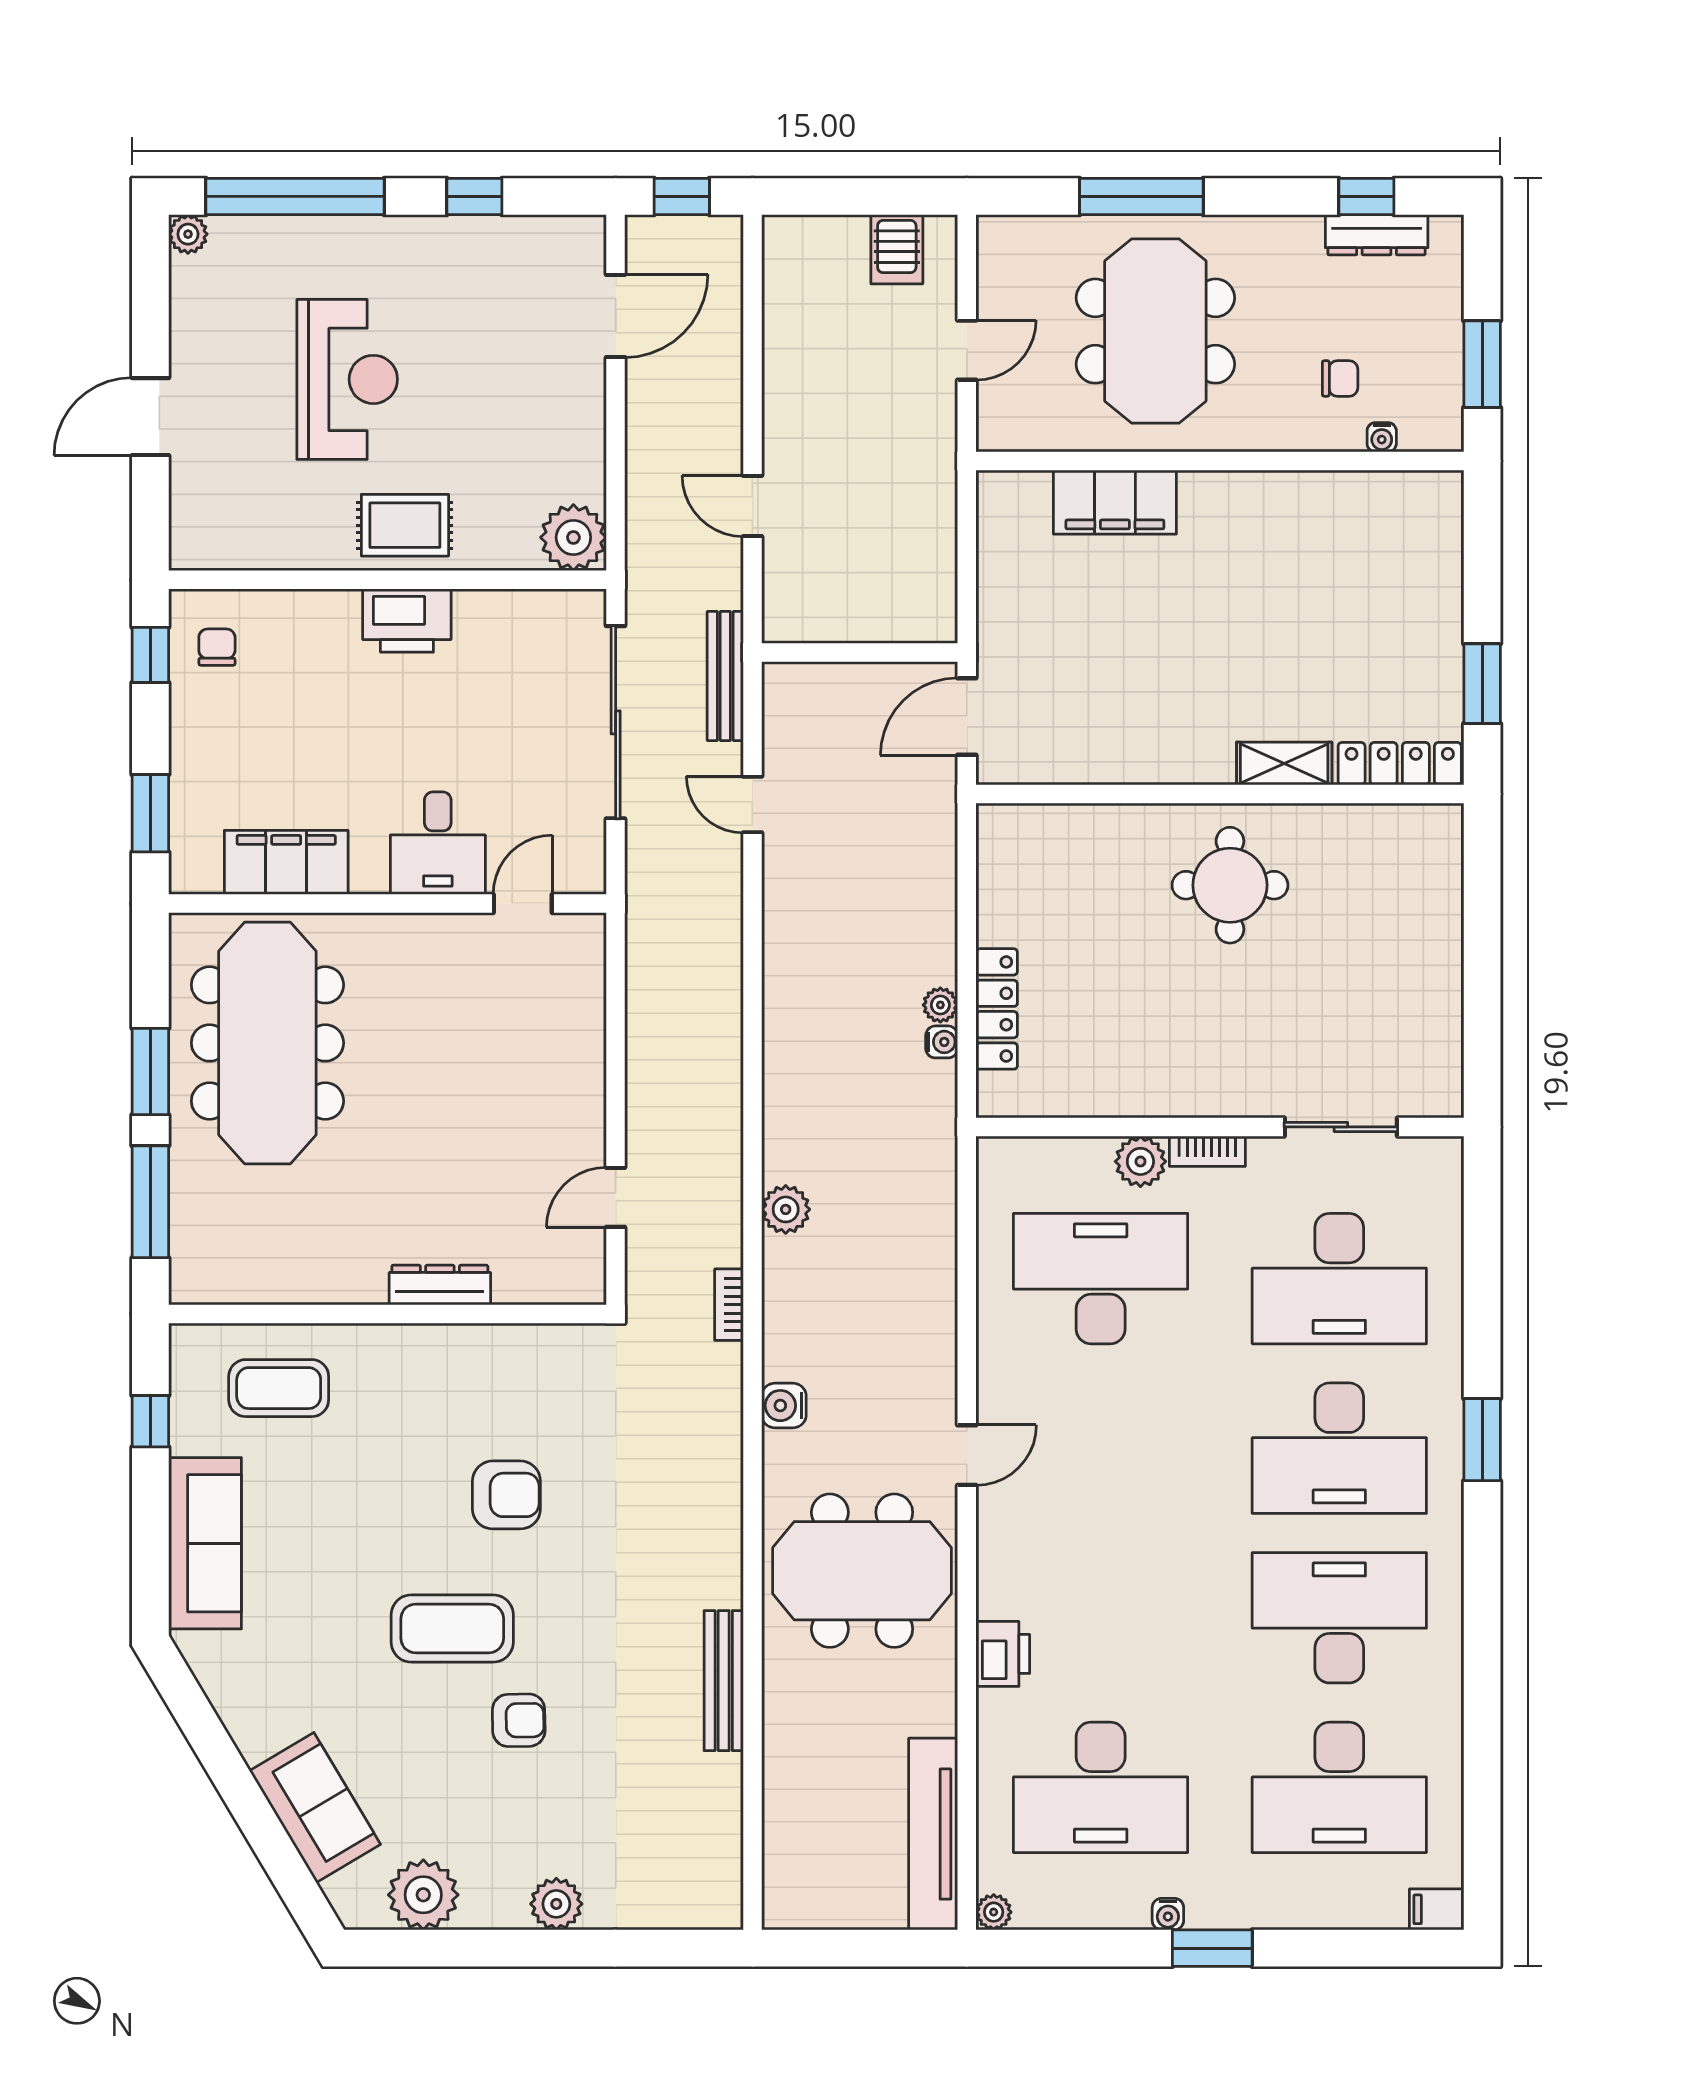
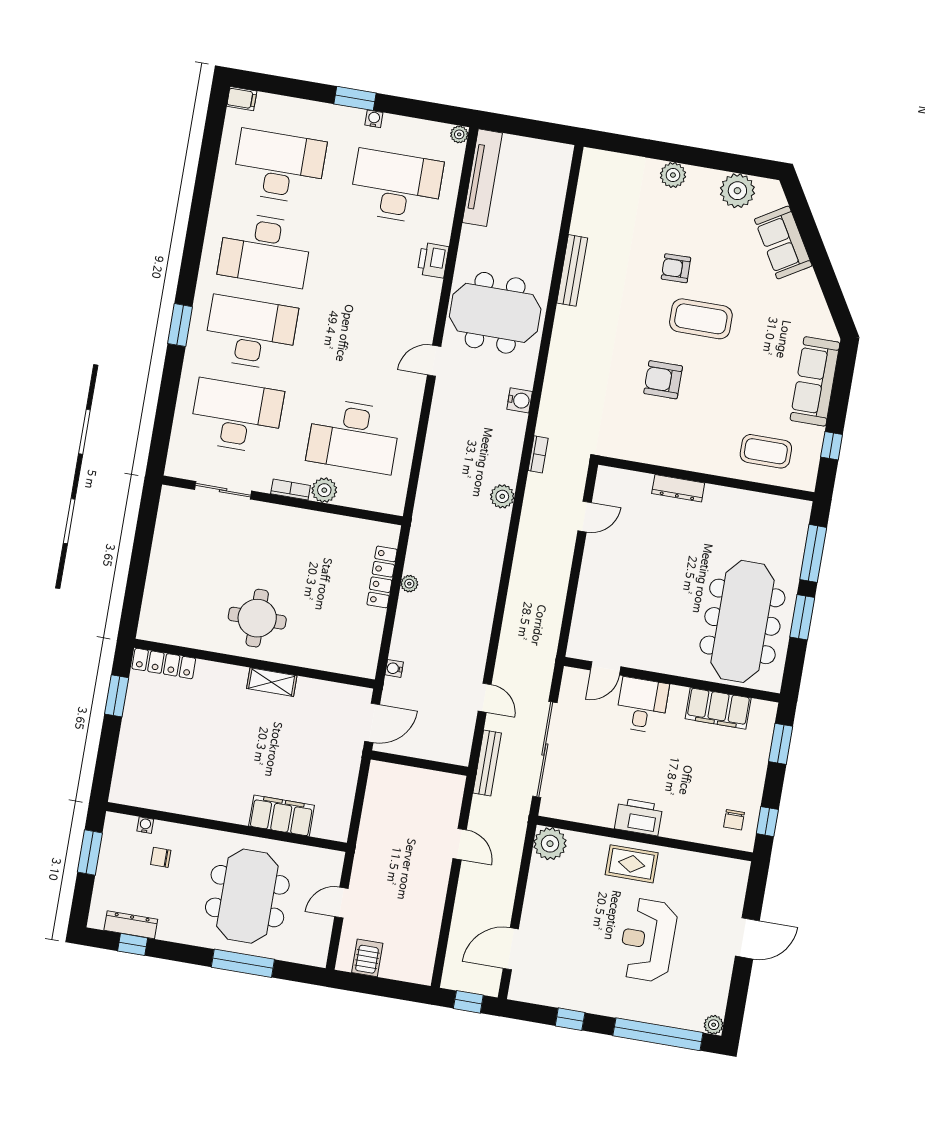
shelving: (1284, 763) -> (272, 682), moved
water cooler: (942, 1042) -> (394, 668), moved

